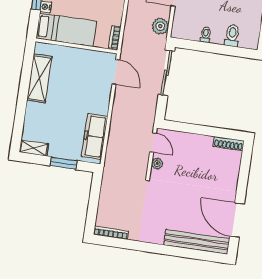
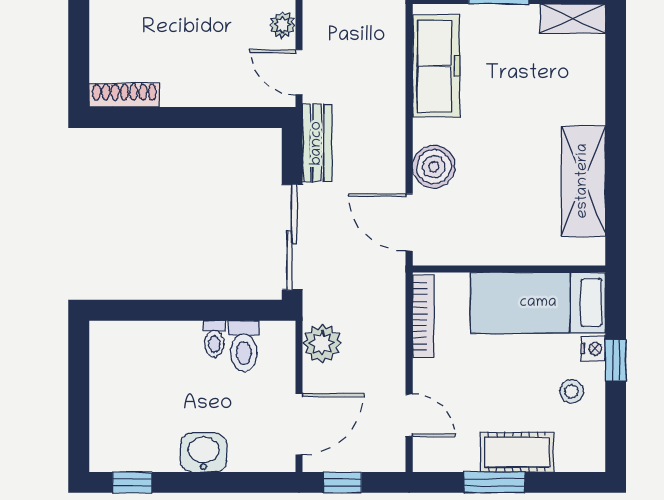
toilet: (232, 35) -> (244, 346), moved
bookcase: (115, 37) -> (423, 316), width x1.56
boiler: (102, 94) -> (434, 167), added
bench: (150, 111) -> (317, 143), added

